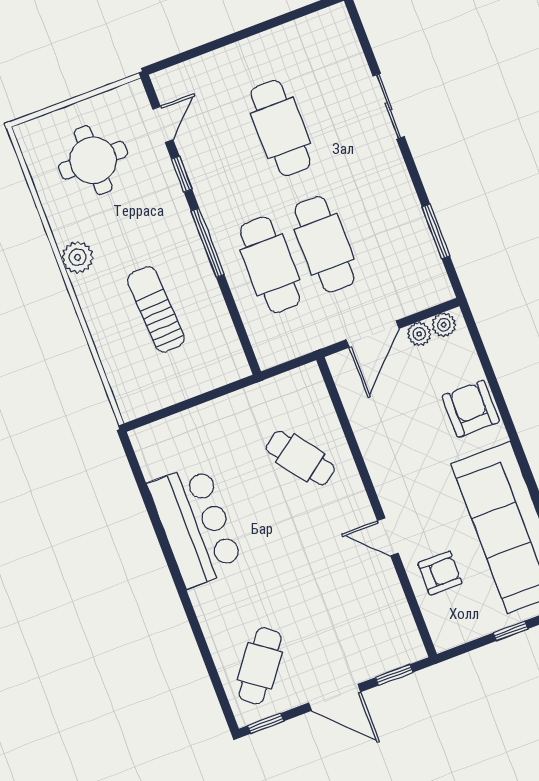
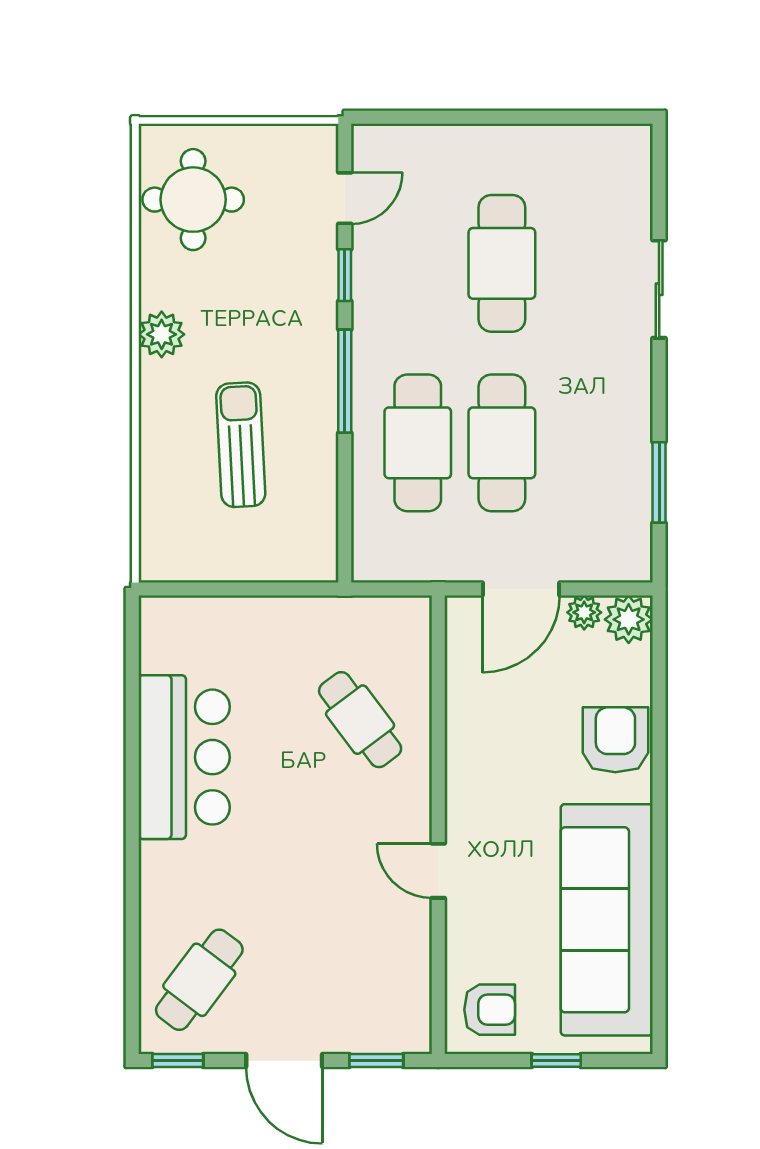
round table: (93, 160) -> (193, 200), moved
plant: (444, 325) -> (629, 619), width x1.38, depth x1.38
armchair: (440, 573) -> (490, 1010), moved

